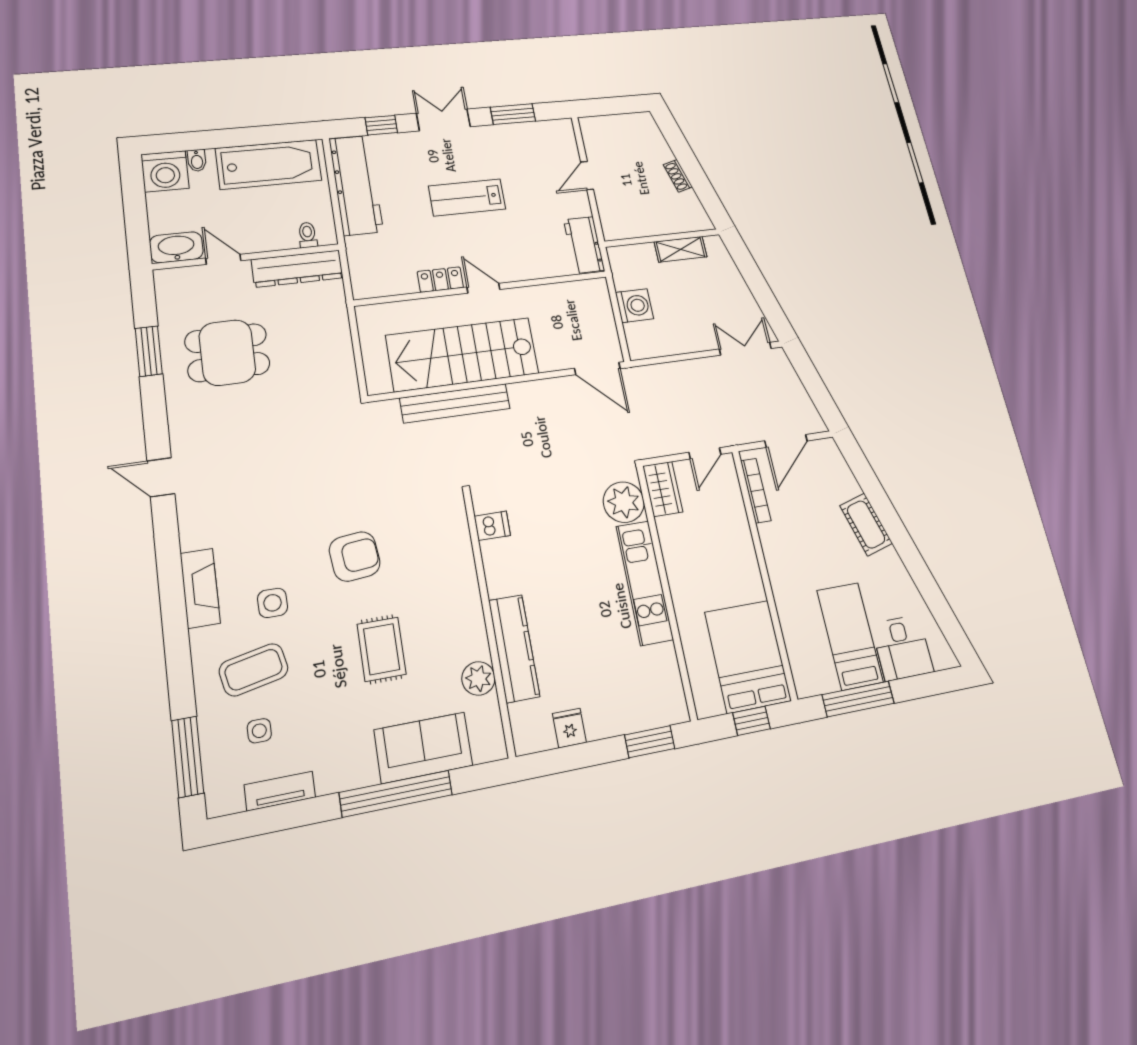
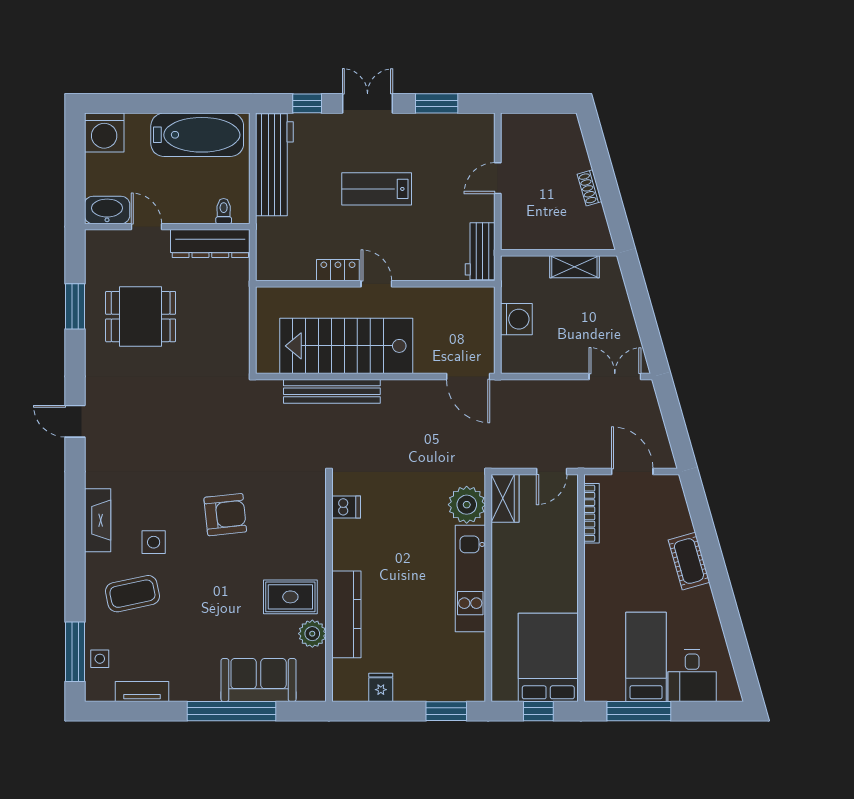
bidet: (197, 160) -> (133, 124), removed
door: (786, 441) -> (632, 472), swing flipped
rug: (382, 649) -> (290, 597), moved, turned 90
side table: (259, 731) -> (100, 659), moved

